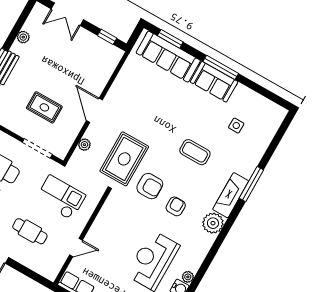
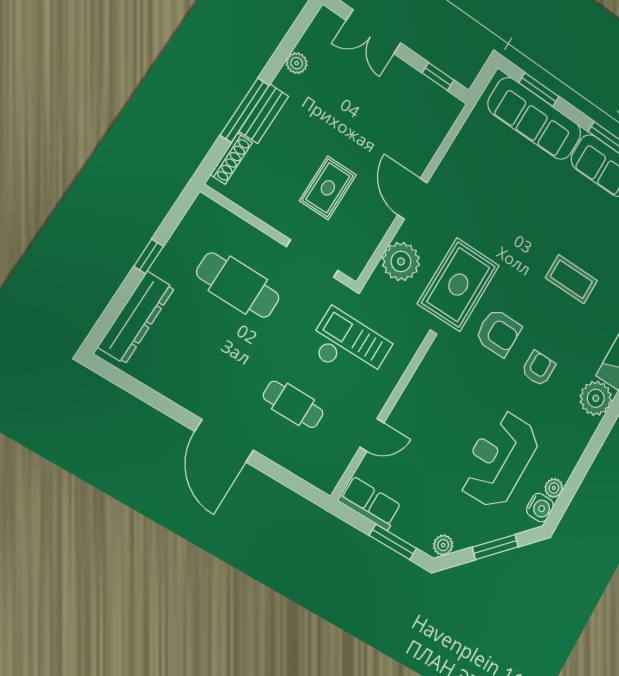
rug: (44, 107) -> (328, 188), turned 90
plant: (84, 145) -> (401, 261), width x1.87, depth x1.87

